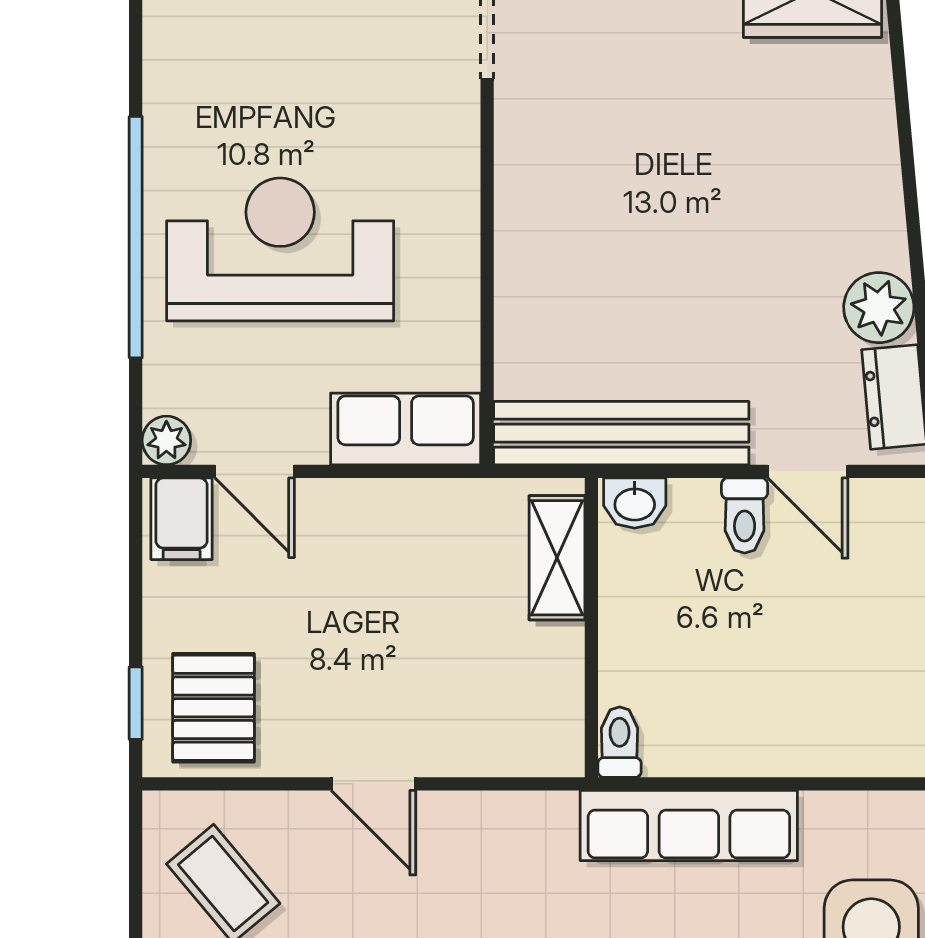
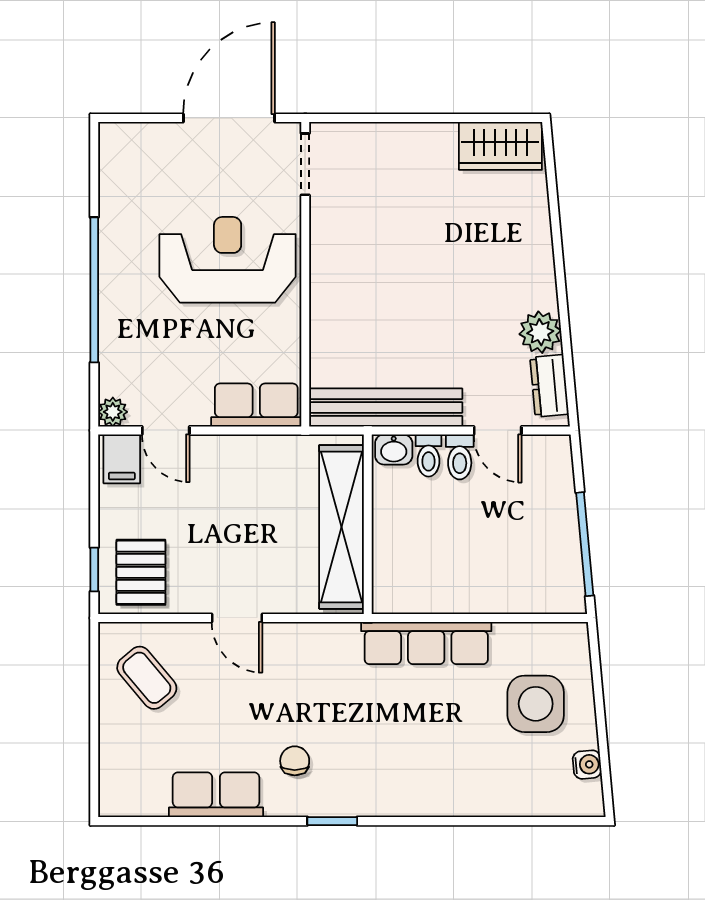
reception desk: (280, 249) -> (228, 260), moved
shelving: (557, 558) -> (342, 527), width x2.20, depth x1.33
toilet: (620, 742) -> (429, 456), moved, turned 180

